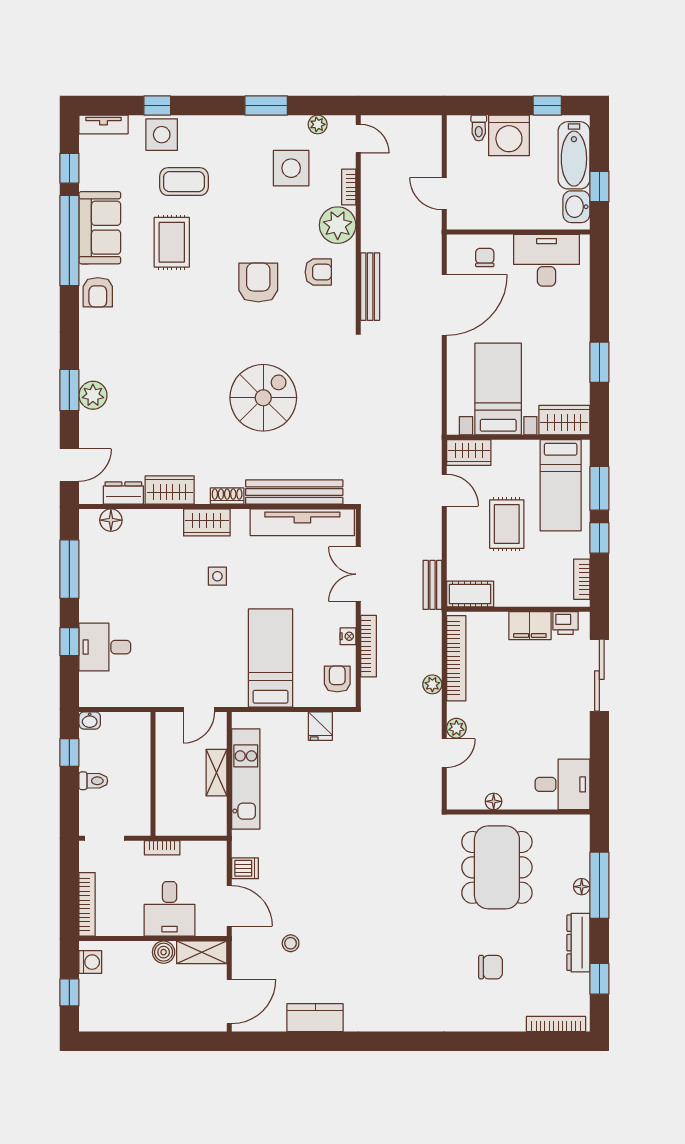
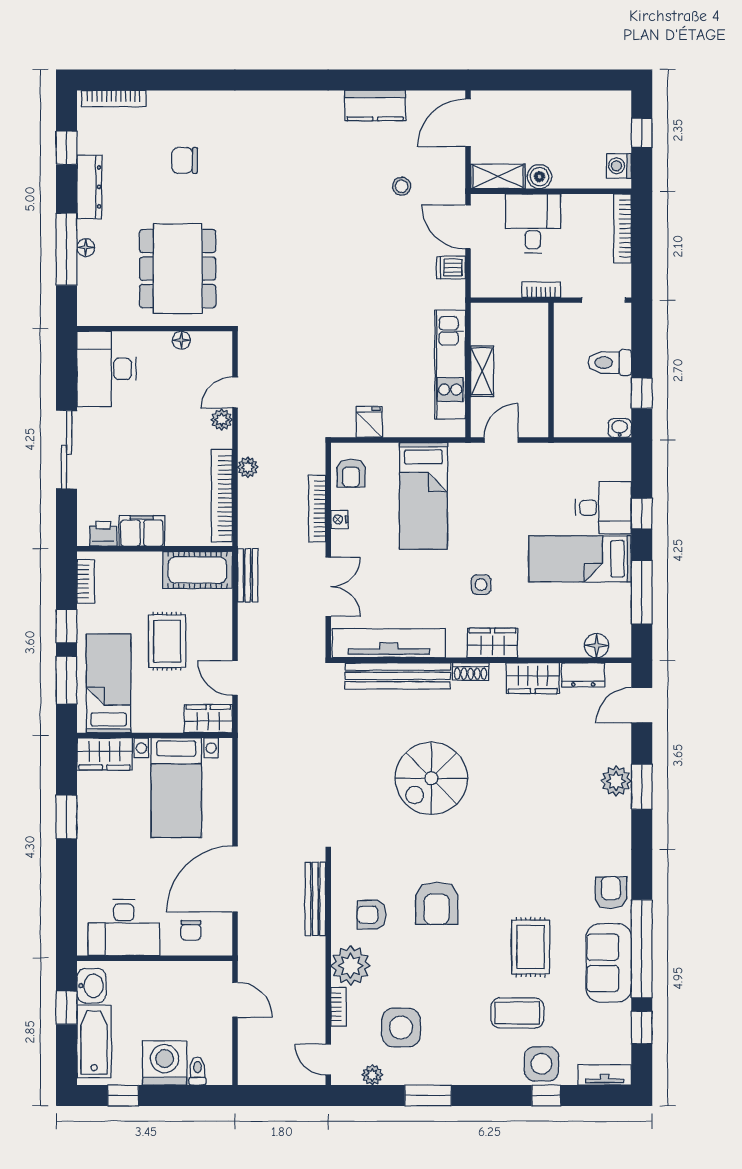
cot: (470, 594) -> (197, 570), width x1.37, depth x1.34
bed: (126, 600) -> (580, 559), added
sliding door: (599, 675) -> (67, 450), moved
toilet: (93, 781) -> (610, 363), width x1.37, depth x1.39
desk: (563, 784) -> (106, 369), width x1.37

